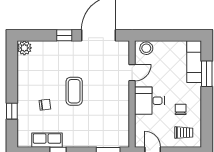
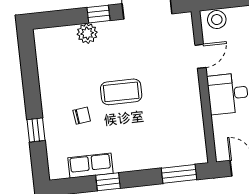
plant: (24, 48) -> (87, 33), moved
coffee table: (74, 91) -> (121, 92), turned 90

